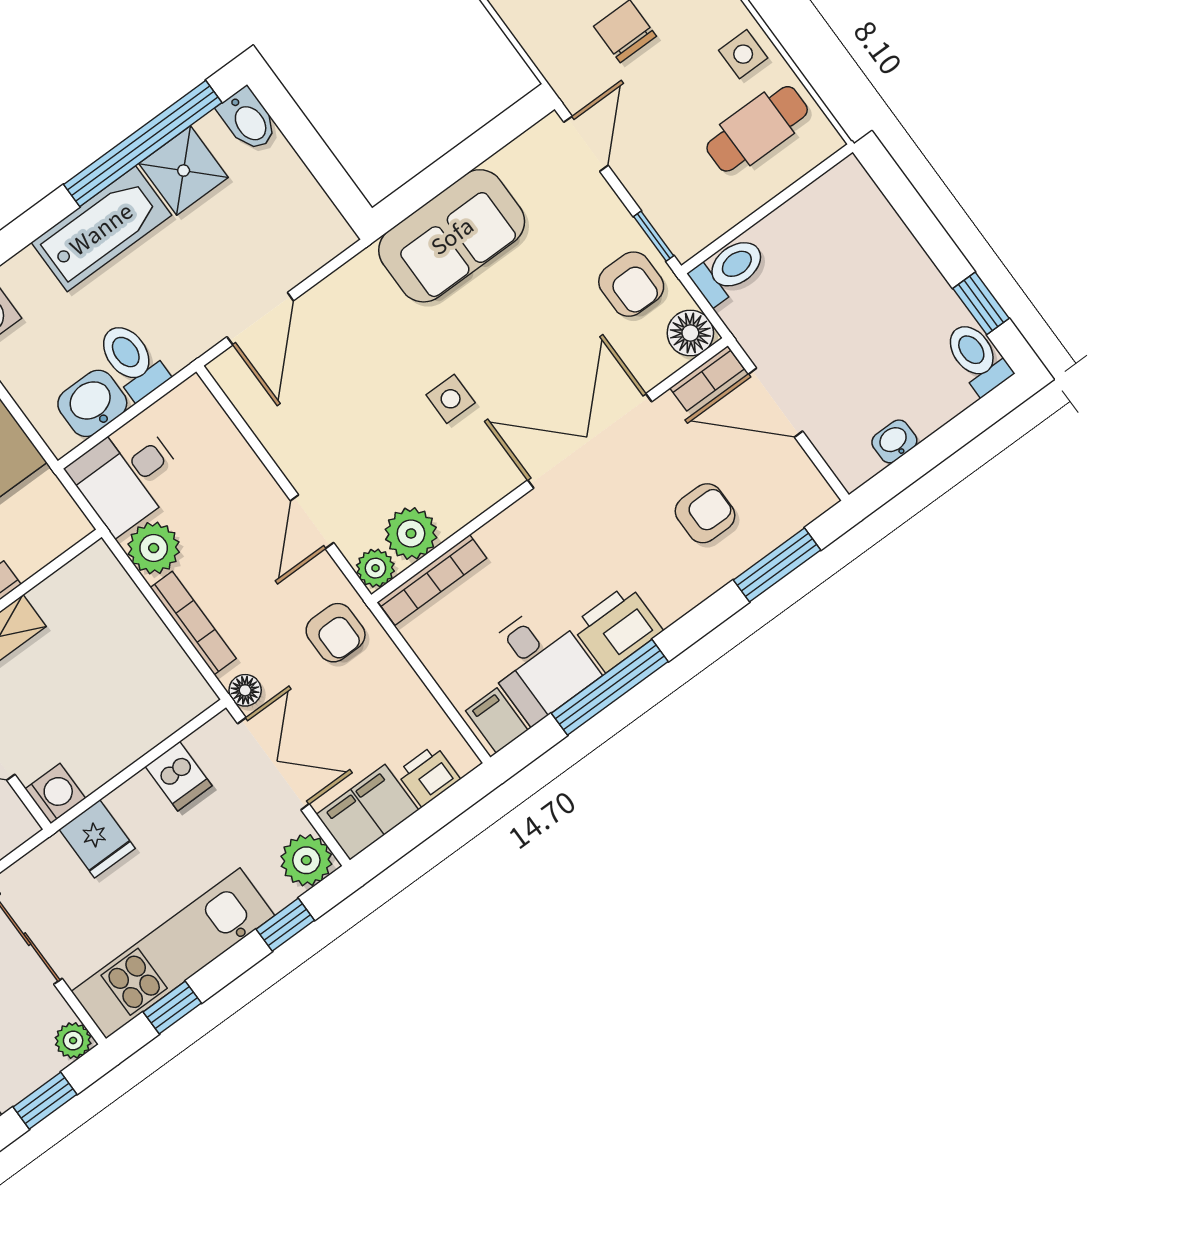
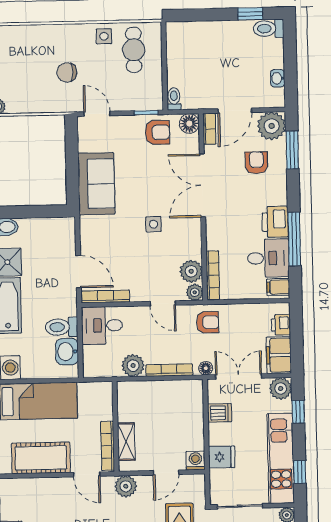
toilet: (729, 270) -> (174, 99), width x0.73, depth x0.72
bookcase: (249, 404) -> (106, 296), added
desk: (127, 476) -> (102, 325), moved, turned 90
plant: (795, 493) -> (272, 126), added

